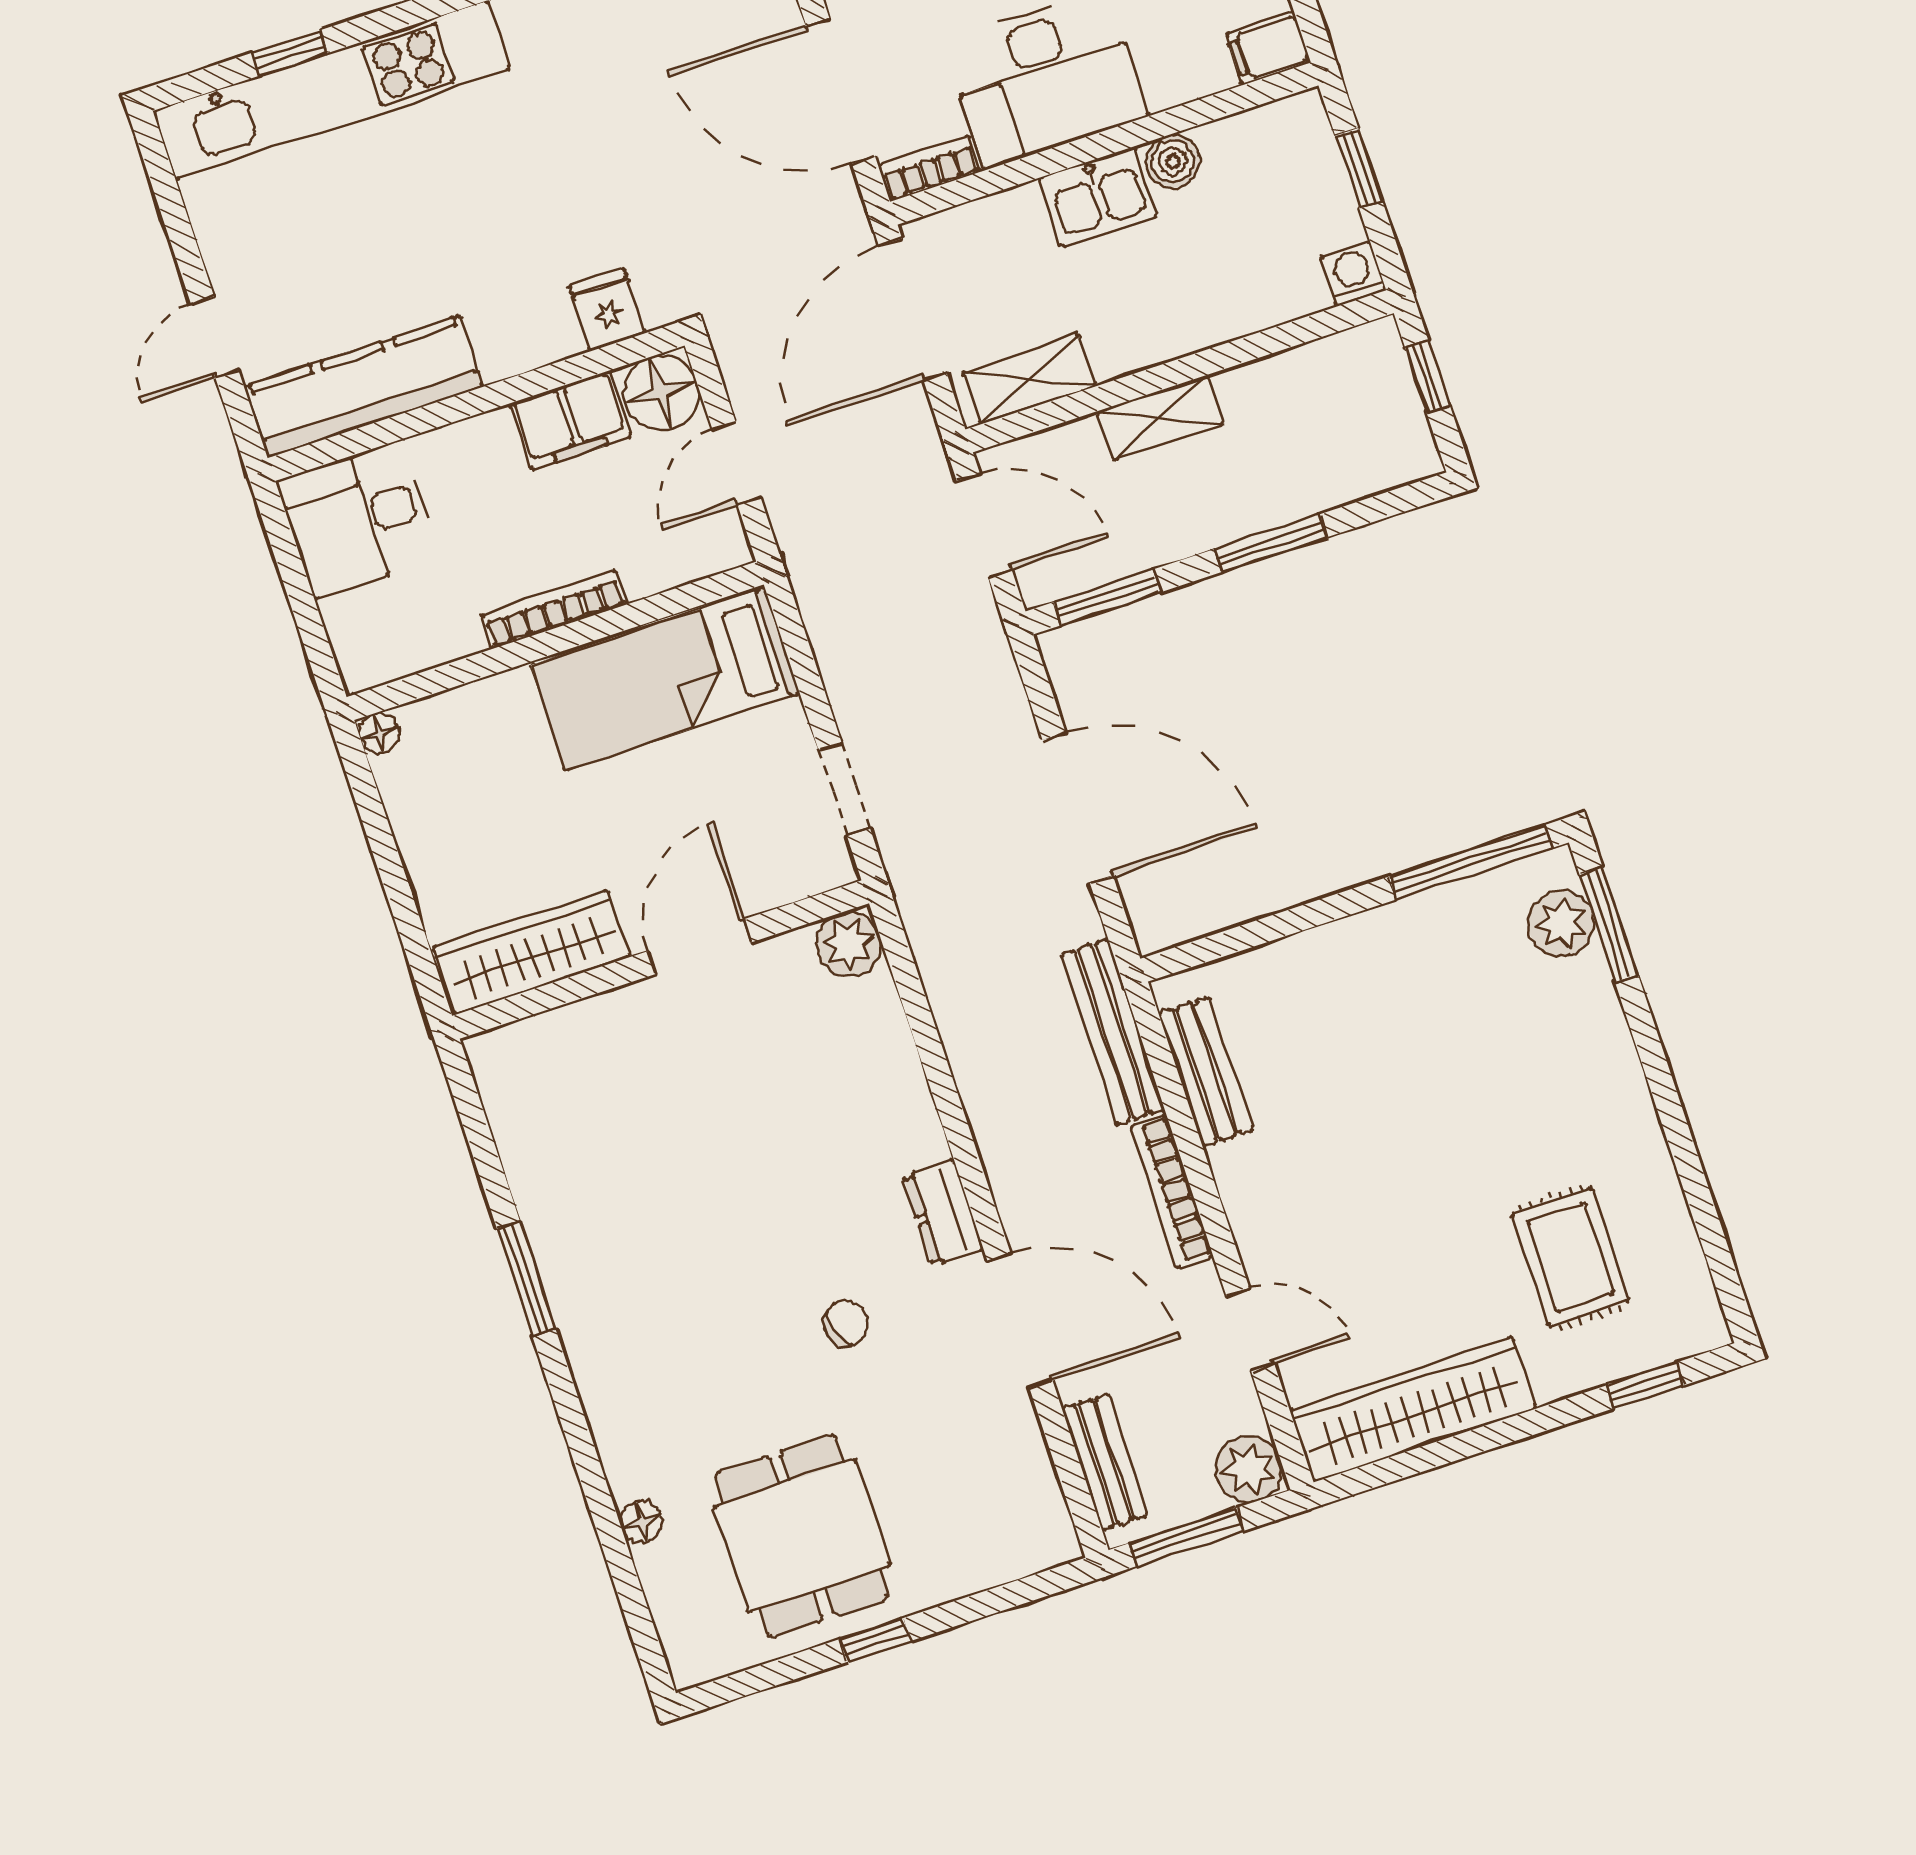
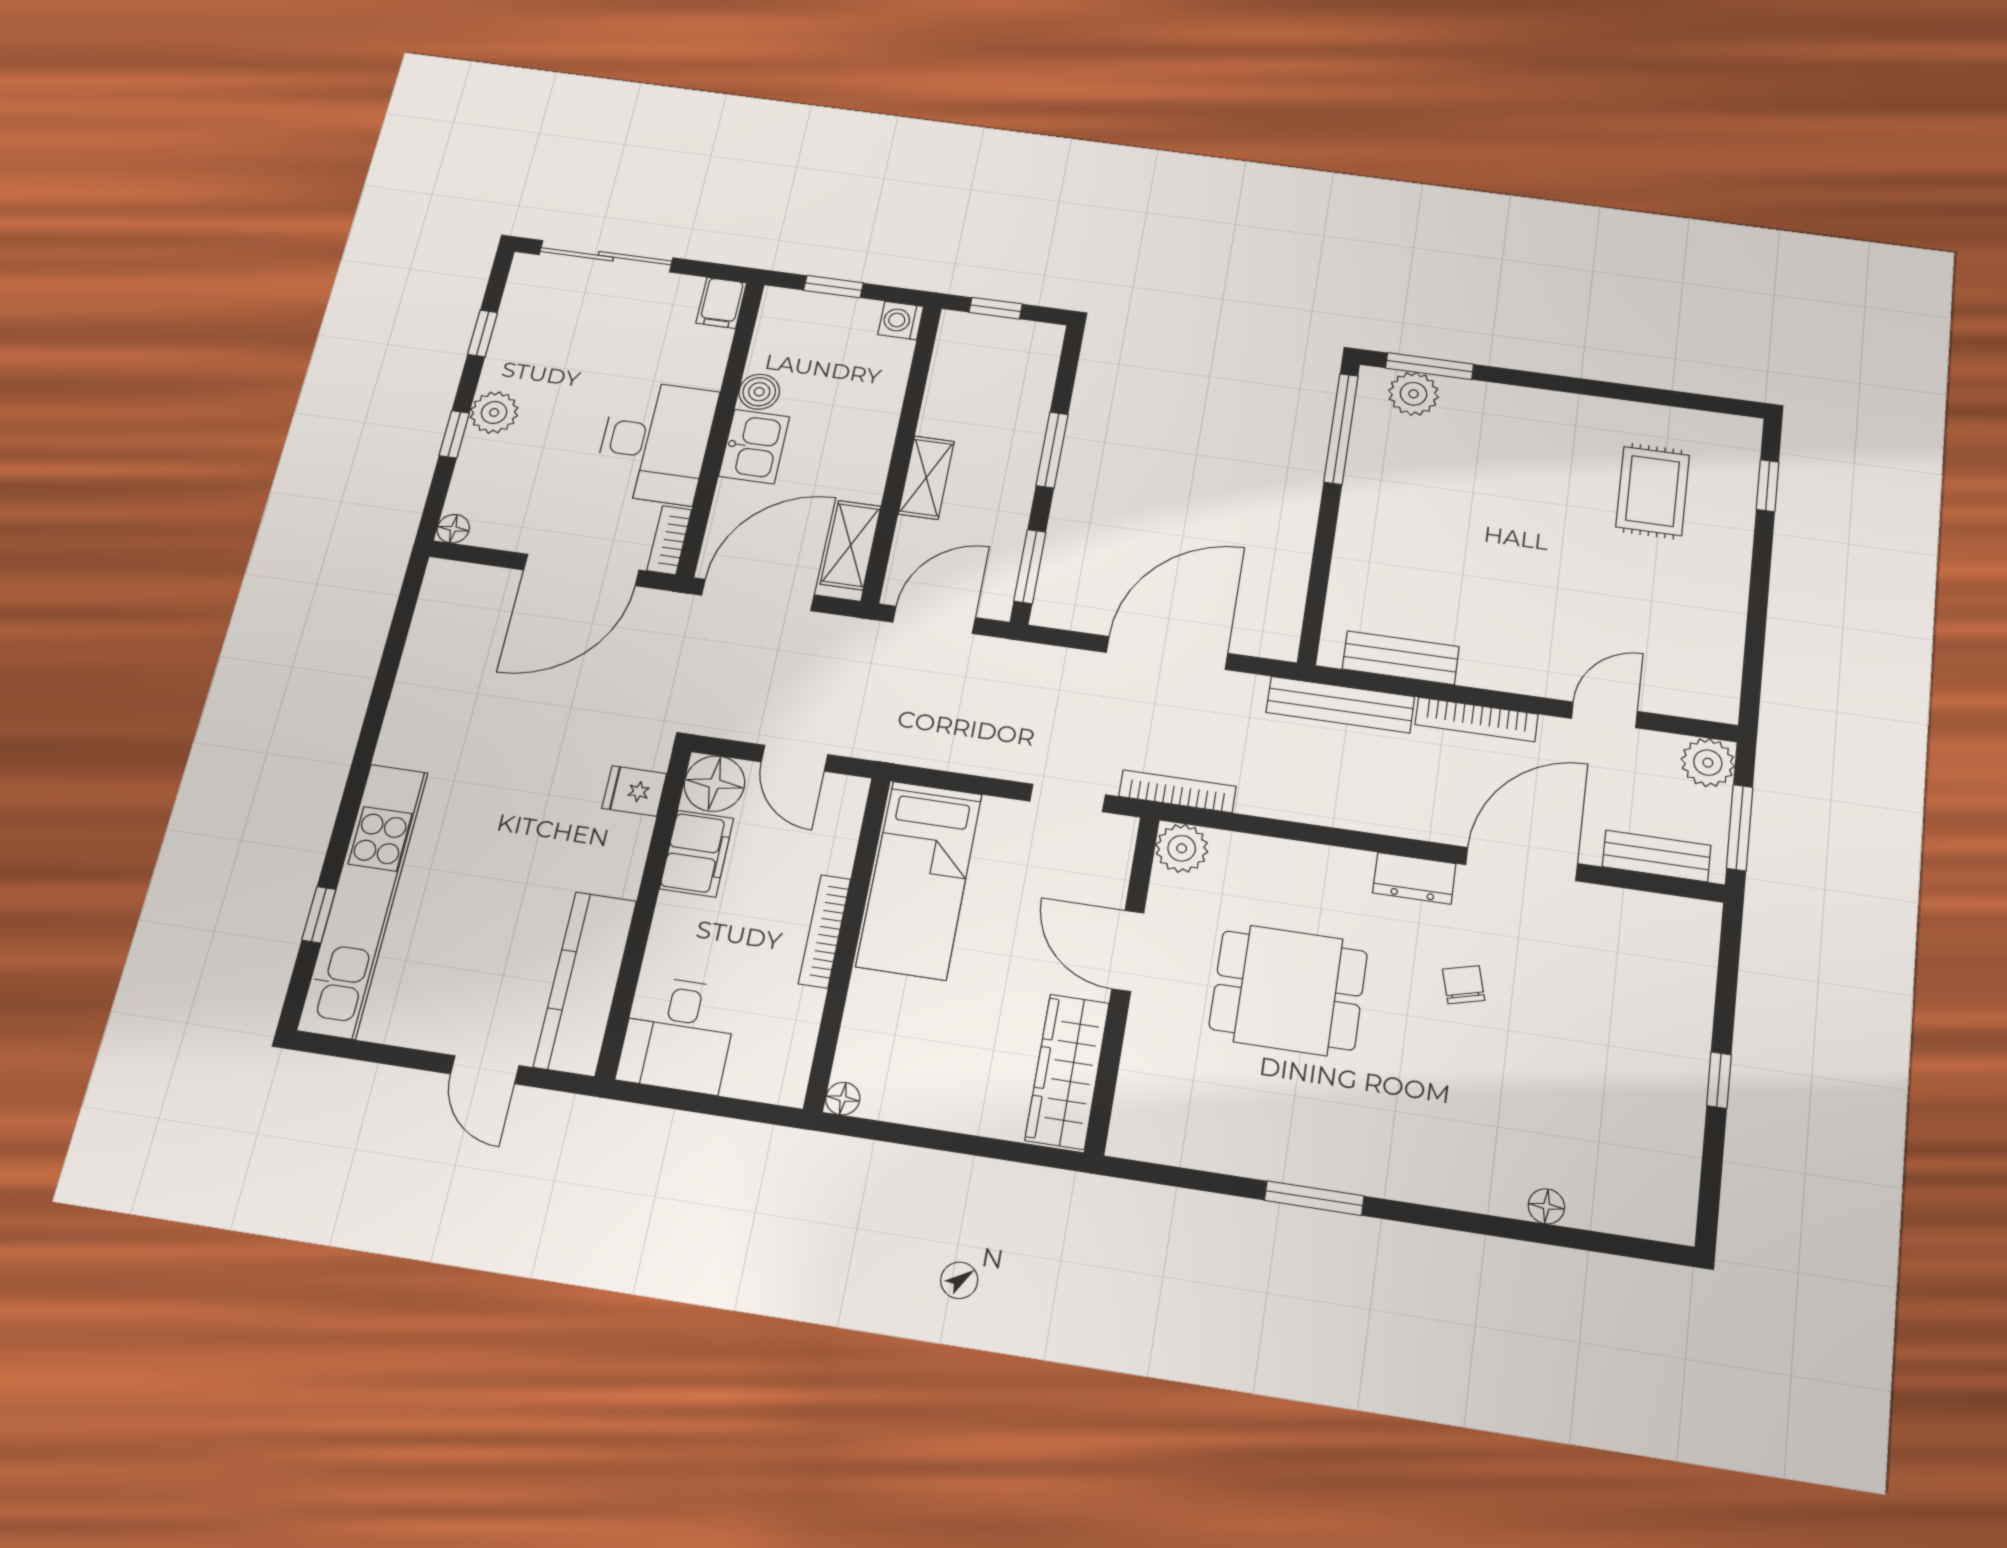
door: (913, 309) -> (758, 595), swing flipped
bookcase: (914, 905) -> (1177, 791), added
rug: (1570, 1258) -> (1653, 491), turned 90
wardrobe: (1413, 1409) -> (1715, 637), removed
dining table: (802, 1536) -> (1288, 990), moved

